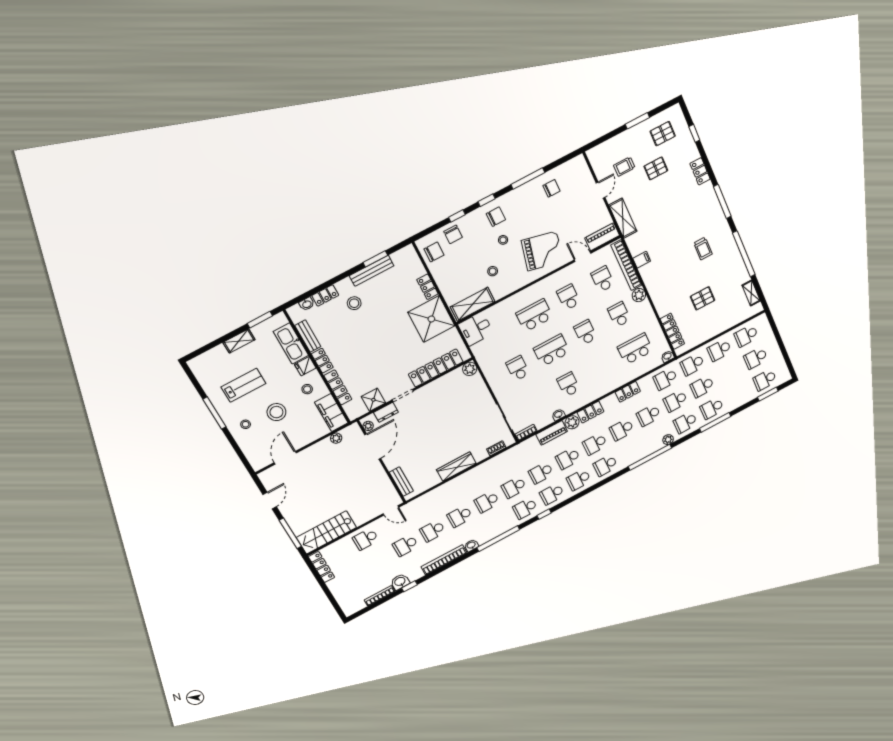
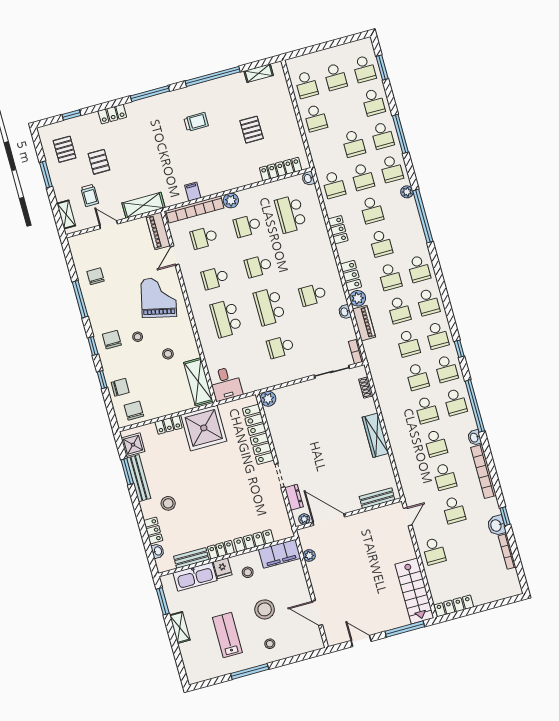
shelving: (604, 148) -> (66, 215), added
school desk: (692, 365) -> (373, 102), moved
shower: (373, 400) -> (133, 445), moved
school desk: (498, 523) -> (455, 402), added

